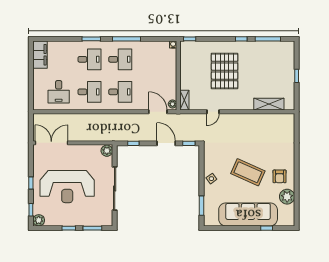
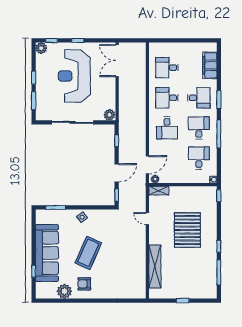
filing cabinet: (40, 55) -> (210, 65), moved, turned 90
desk: (89, 59) -> (199, 98), turned -90
desk: (120, 59) -> (199, 128), turned 180
desk: (151, 59) -> (199, 158), added
pallet: (225, 71) -> (187, 230), turned 90
desk: (89, 92) -> (167, 98), turned 90
shelving: (269, 104) -> (155, 266), width x1.47
double door: (51, 143) -> (117, 61), swing flipped

